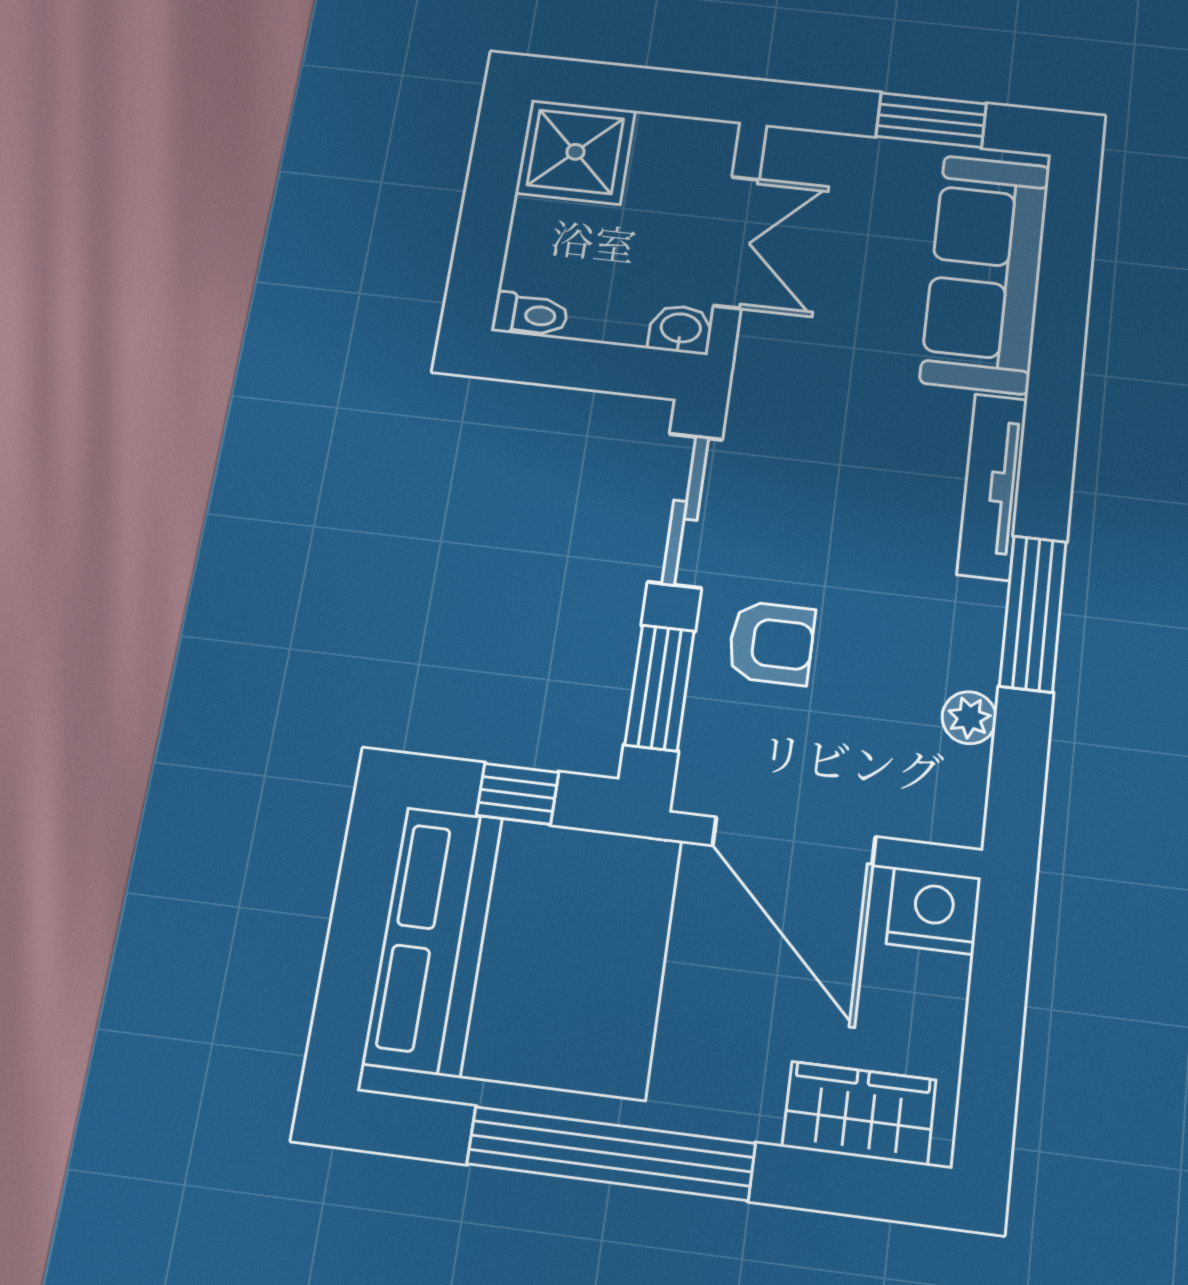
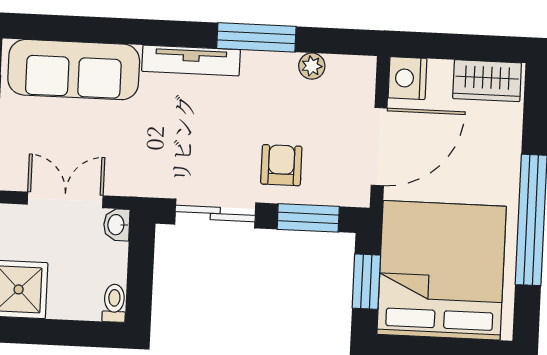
window: (518, 794) -> (366, 282), width x1.50
wardrobe: (859, 1113) -> (487, 81), moved, turned -90

